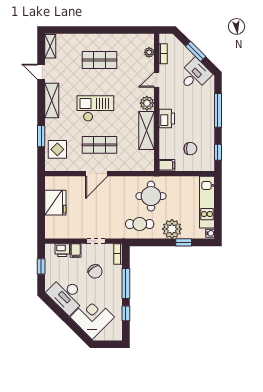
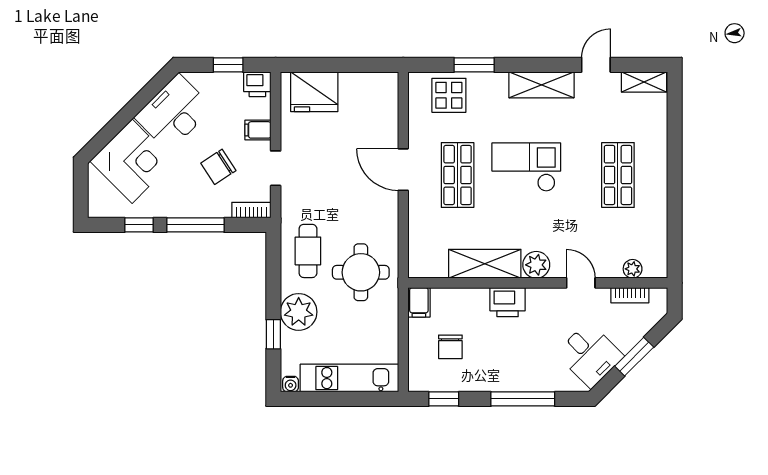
checkout: (95, 109) -> (526, 167), turned -90
fridge: (55, 203) -> (314, 92), moved
printer: (62, 250) -> (257, 84), moved, turned -90

